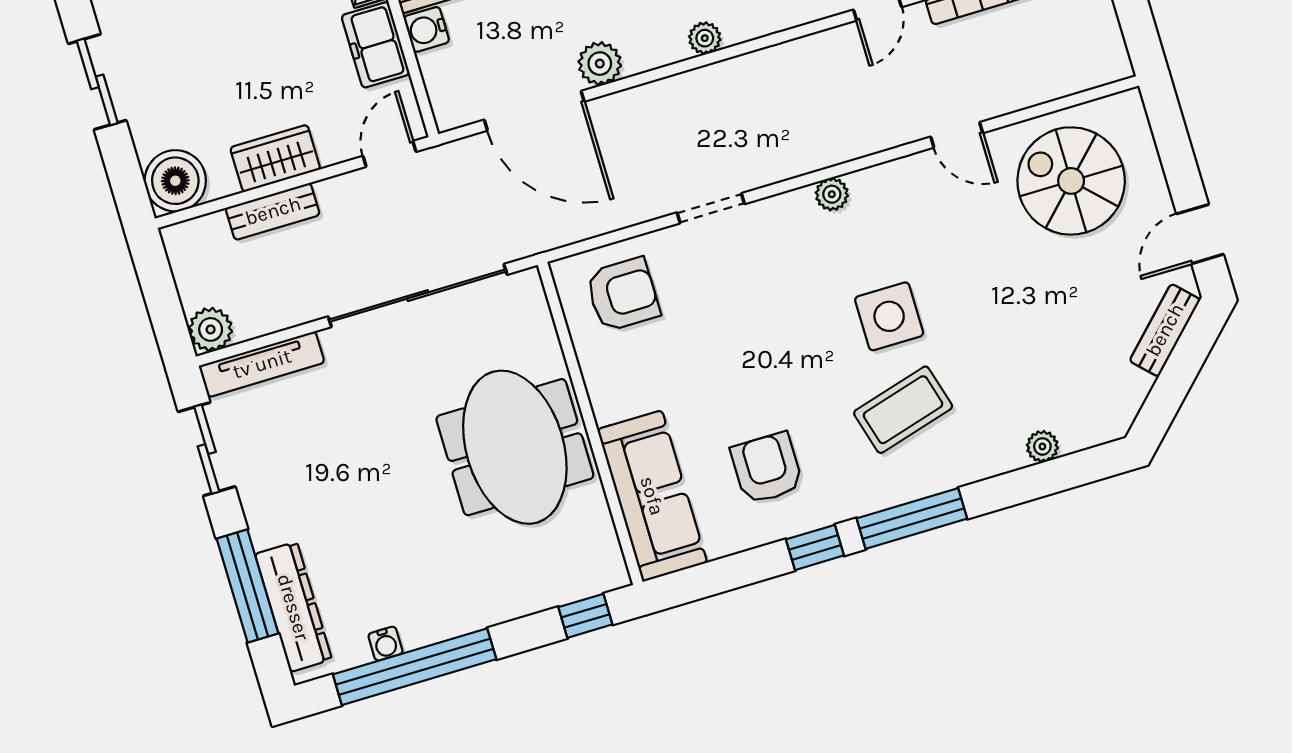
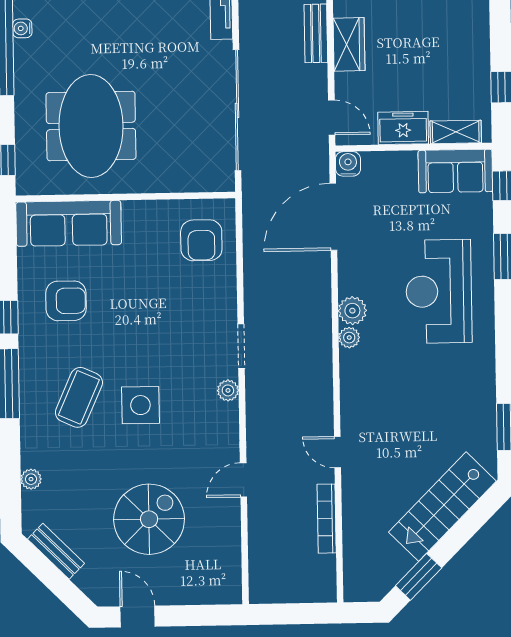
water cooler: (426, 29) -> (348, 164), moved
plant: (600, 64) -> (352, 311), moved
spiral stairs: (1071, 181) -> (149, 519), moved
doorway: (711, 208) -> (241, 346), moved
bench: (1165, 330) -> (56, 551), moved
coffee table: (903, 410) -> (79, 397), turned 40
meeting table: (515, 447) -> (91, 126), moved, turned 90

